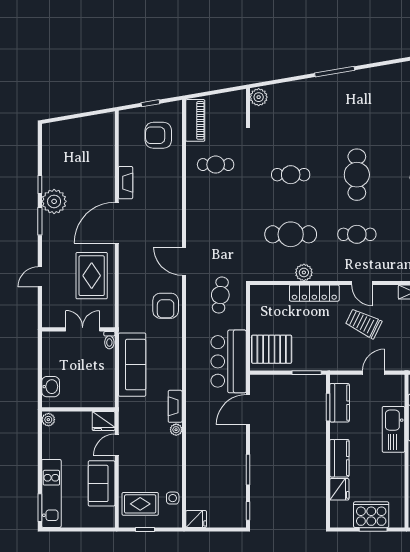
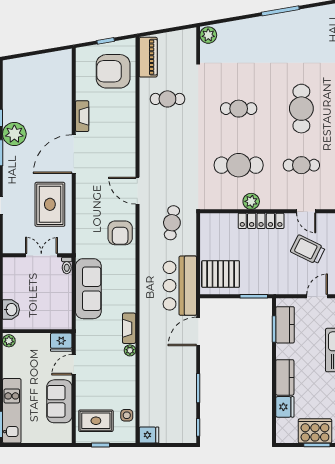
armchair: (158, 135) -> (113, 71), width x1.36, depth x1.36

